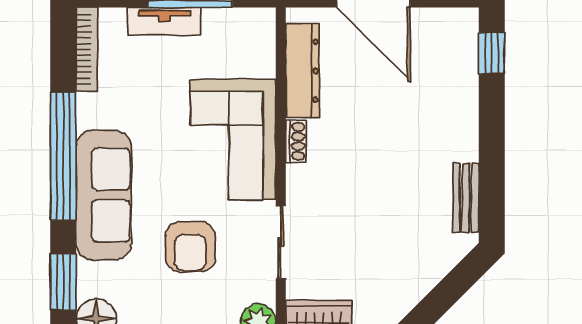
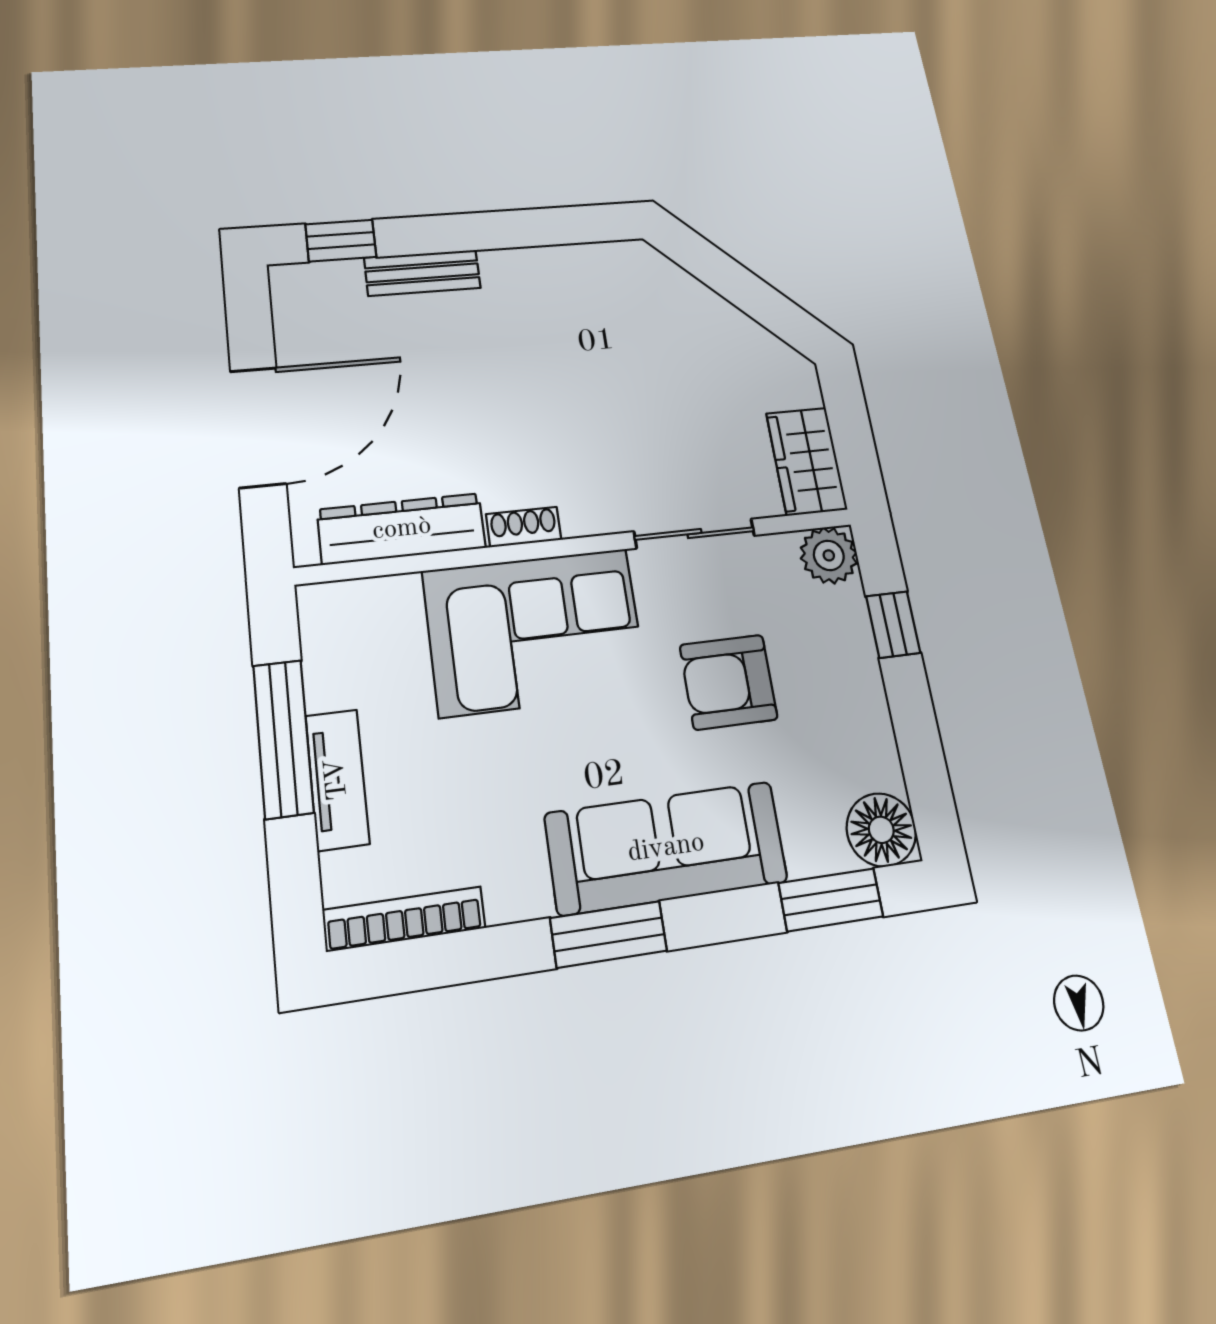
window: (63, 156) -> (609, 934), width x0.47
bench: (466, 198) -> (422, 273), moved
armchair: (190, 247) -> (728, 682), turned 180

